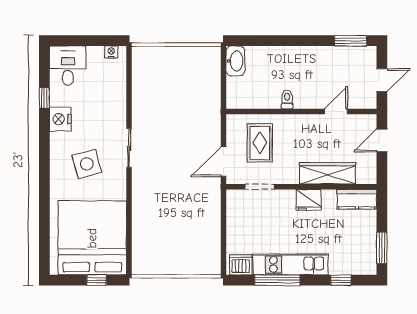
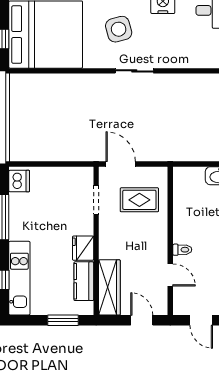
toilet: (287, 99) -> (182, 250), moved
wardrobe: (327, 173) -> (109, 287), moved
kitchen counter: (357, 199) -> (84, 281), moved
window: (382, 248) -> (63, 320), moved
kitchen unit: (291, 264) -> (19, 278), moved

